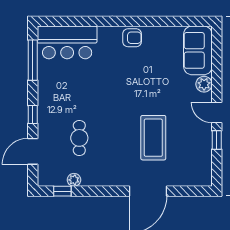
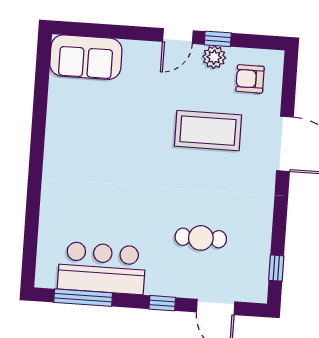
armchair: (132, 38) -> (250, 79), moved, turned -90
bar counter: (67, 42) -> (102, 268), moved, turned -90
plant: (204, 84) -> (214, 57), moved
plant: (74, 180) -> (261, 250), removed

